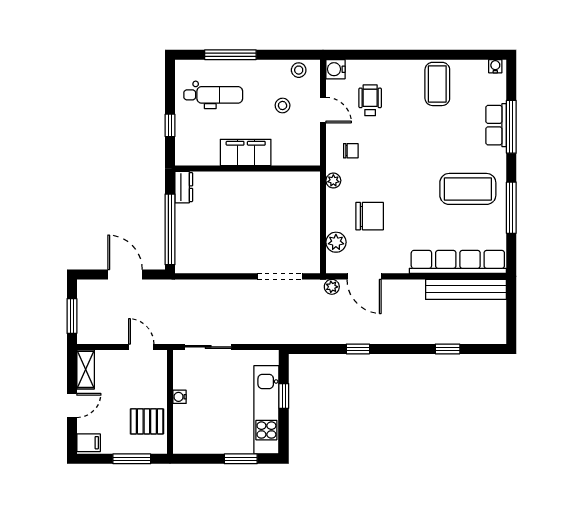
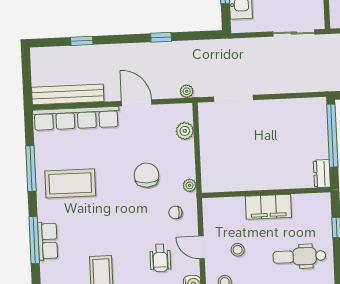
chair: (370, 216) -> (147, 175), moved, turned 90
door: (364, 276) -> (137, 103), moved

